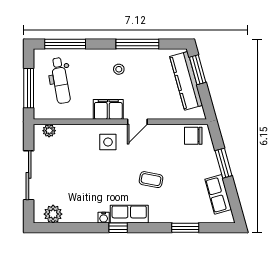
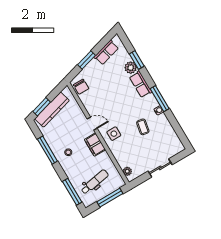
sliding door: (29, 175) -> (160, 168), width x0.73
coffee table: (151, 180) -> (143, 127), moved
plant: (53, 214) -> (131, 68), moved
row of seats: (129, 214) -> (141, 84), moved
window: (118, 228) -> (160, 99), width x2.17

